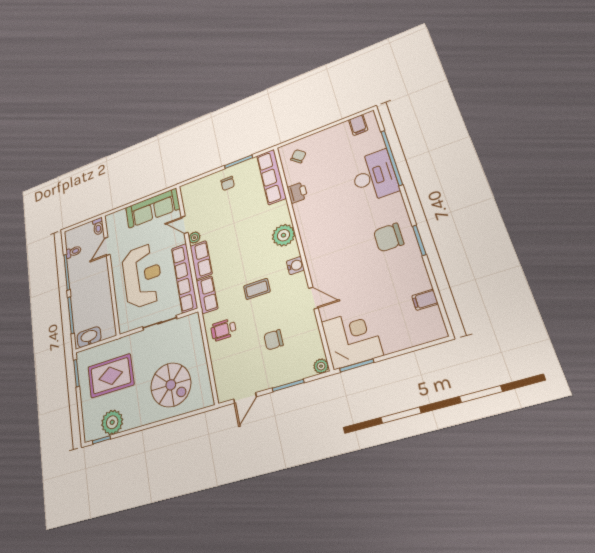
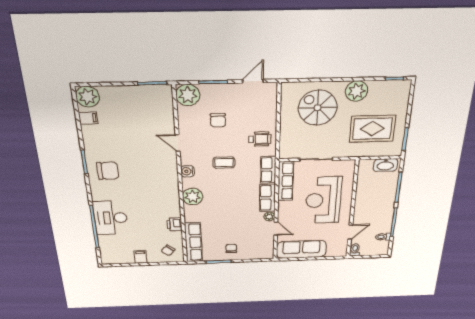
filing cabinet: (358, 125) -> (141, 257), moved
row of seats: (184, 278) -> (286, 181), width x0.73
plant: (431, 327) -> (87, 97), added
corner desk: (352, 338) -> (152, 105), removed
chair: (274, 340) -> (218, 120), turned 90
plant: (321, 366) -> (188, 95), width x1.88, depth x1.88
plant: (112, 422) -> (357, 91), moved

